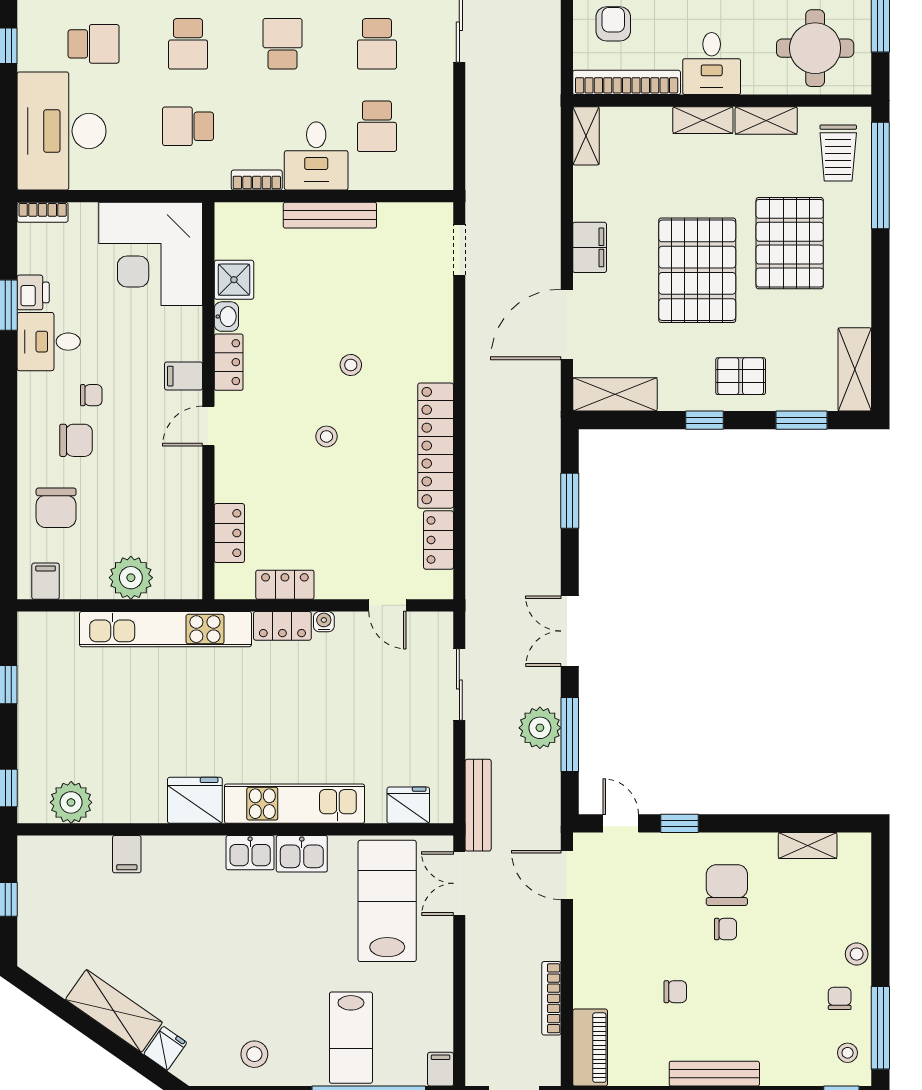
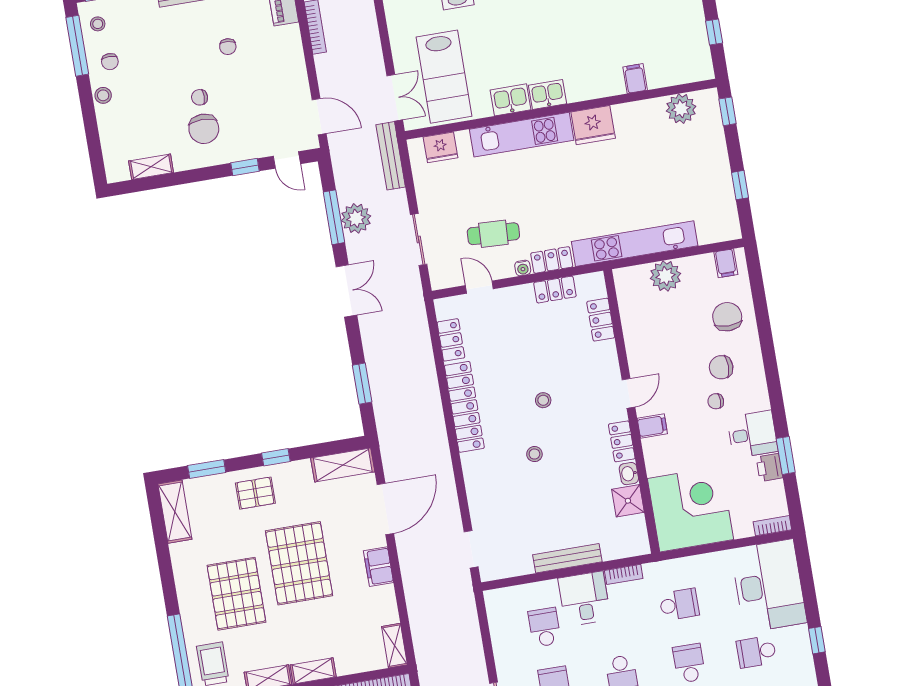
cafe table: (356, 675) -> (493, 234), added
chair: (675, 992) -> (228, 47), turned -85

